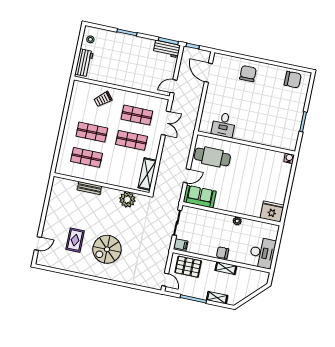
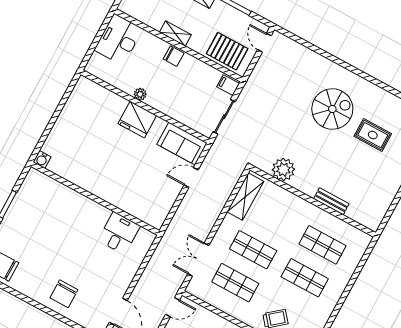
cafe table: (212, 157) -> (148, 193), removed
fridge: (272, 212) -> (137, 120), moved
rug: (75, 240) -> (373, 135), turned 90

